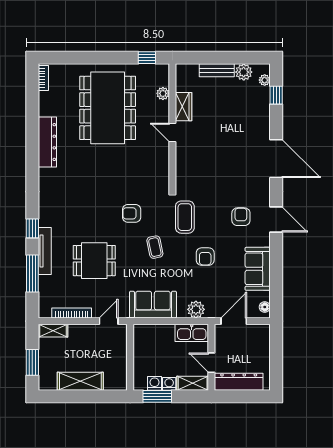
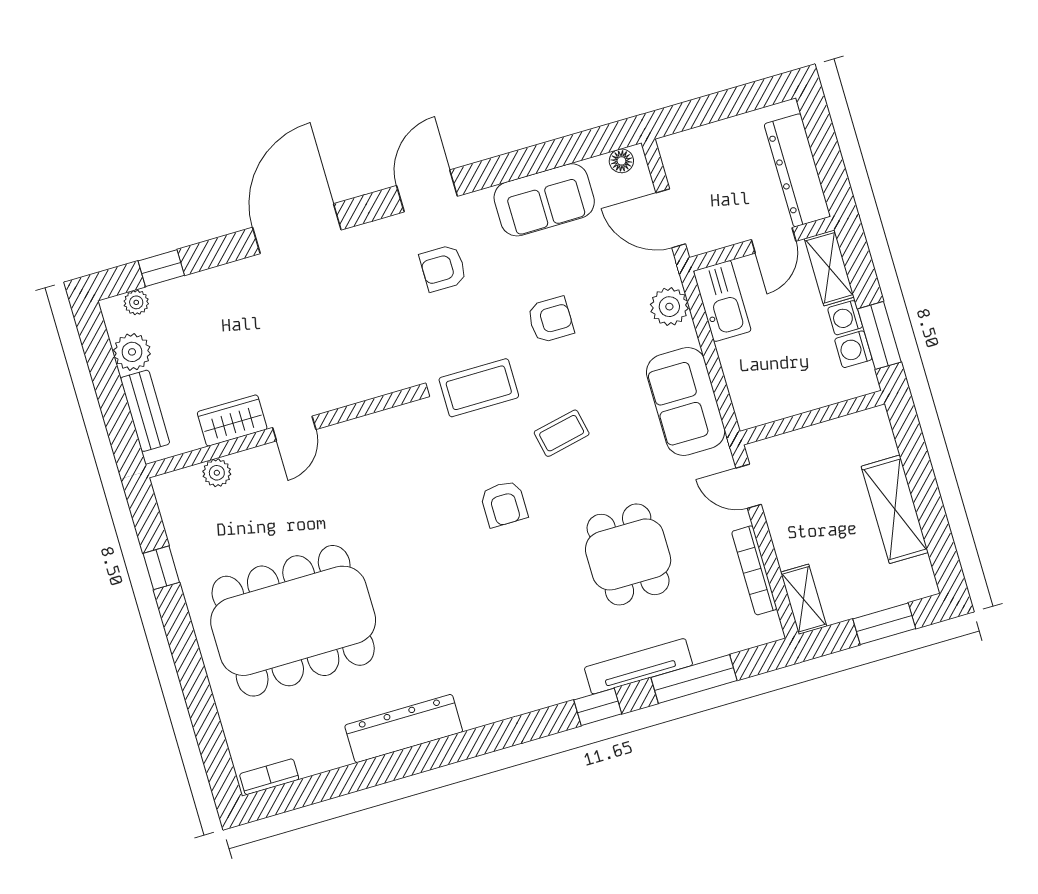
plant: (163, 93) -> (217, 473), moved
wardrobe: (184, 107) -> (232, 421), moved
wall: (172, 126) -> (281, 432), moved
door: (172, 132) -> (294, 428), moved

